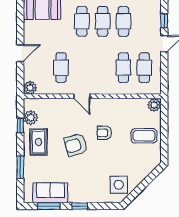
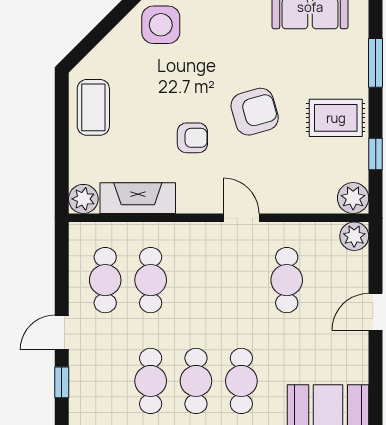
fireplace: (129, 105) -> (138, 198), added
plant: (31, 118) -> (353, 198), moved
coffee table: (144, 136) -> (93, 107), moved, turned 90
rug: (39, 142) -> (336, 118), turned 90

